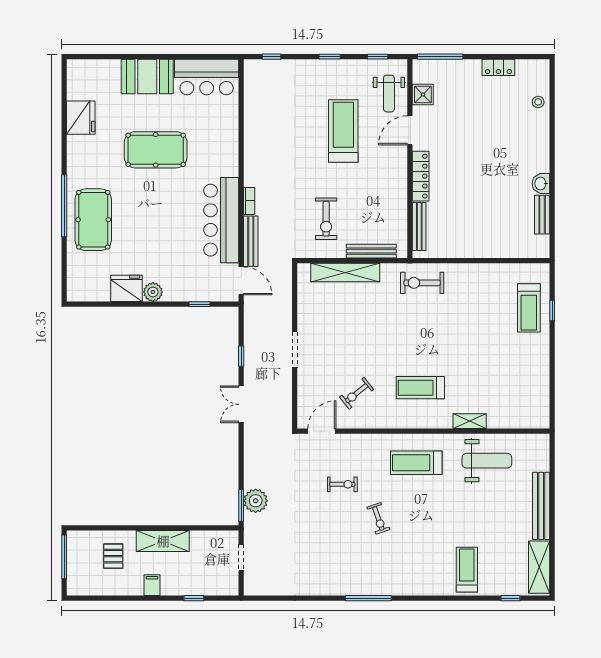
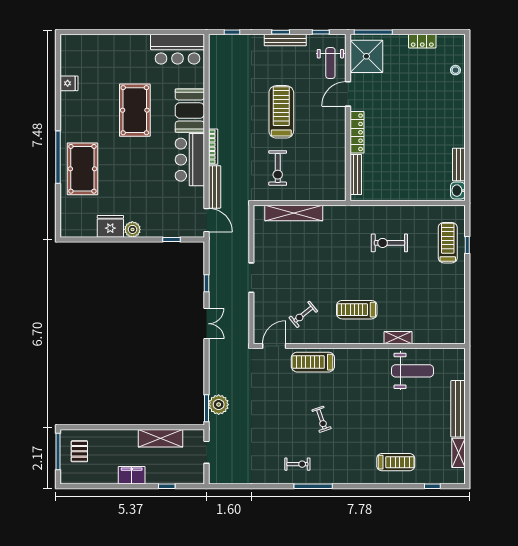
booth: (147, 77) -> (190, 111), moved, turned 90
shower: (423, 95) -> (366, 56), width x1.86, depth x1.86
fridge: (81, 118) -> (69, 83), width x0.53, depth x0.75
treadmill: (343, 131) -> (281, 112), moved
pool table: (156, 150) -> (135, 110), turned 90
washbasin: (541, 183) -> (458, 191), moved
bookcase: (249, 201) -> (213, 147), width x1.56
bar counter: (221, 220) -> (190, 160), width x0.73
bench: (371, 251) -> (285, 40), moved
exercise bike: (422, 283) -> (389, 243), moved
treadmill: (529, 308) -> (448, 243), turned 180
double door: (241, 404) -> (207, 324), swing flipped
treadmill: (416, 463) -> (313, 362), moved
exercise bike: (342, 484) -> (297, 464), moved
shelving: (163, 541) -> (160, 438), moved
pallet: (113, 556) -> (79, 451), moved
shelving: (539, 567) -> (458, 453), width x0.67, depth x0.75
treadmill: (467, 570) -> (396, 462), turned 90
filing cabinet: (152, 585) -> (132, 475), width x2.00

